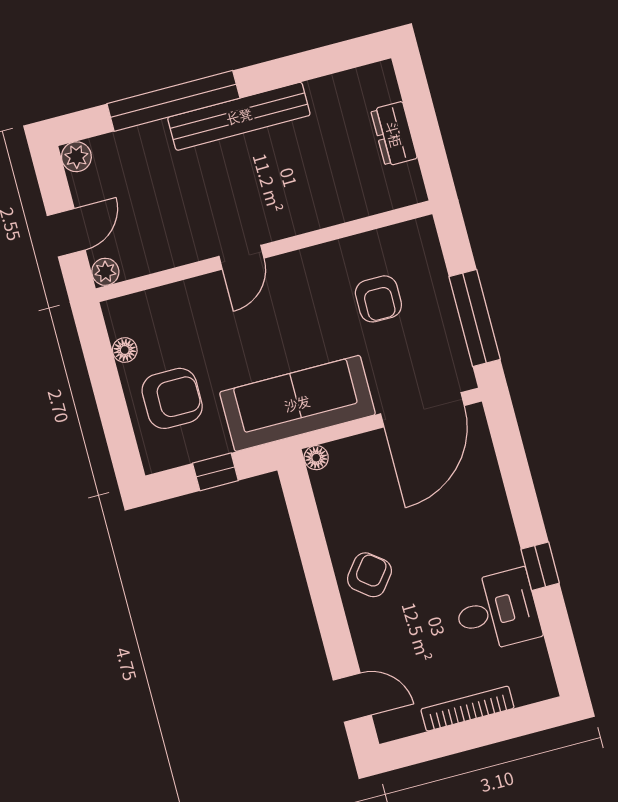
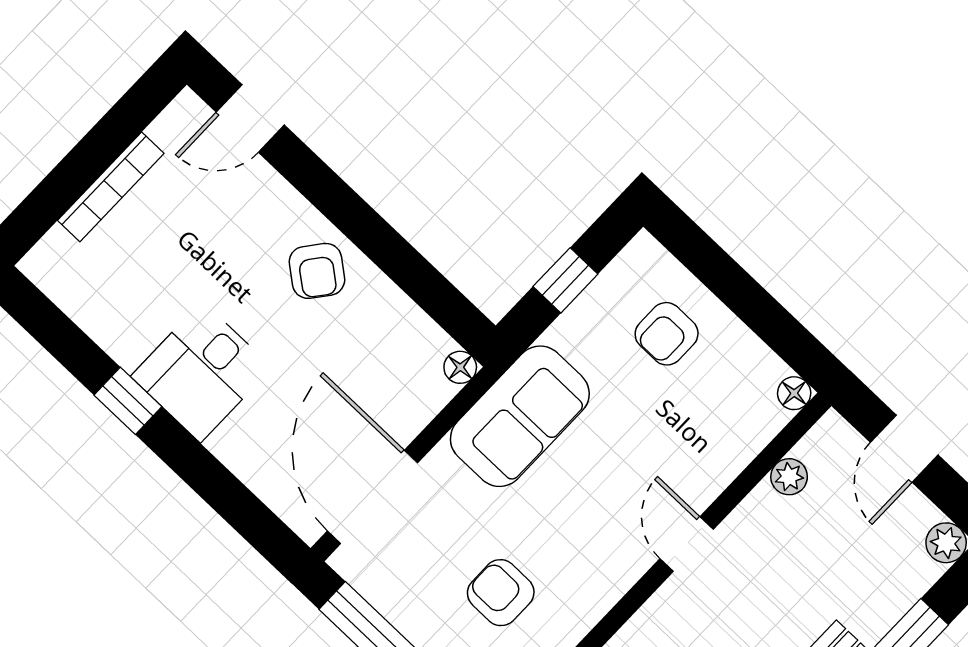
plant: (105, 272) -> (789, 477), moved
floor lamp: (125, 350) -> (794, 393), moved
armchair: (172, 398) -> (667, 334), width x0.72, depth x0.72
sofa: (297, 403) -> (520, 416), width x0.73
desk: (497, 611) -> (201, 372), moved

